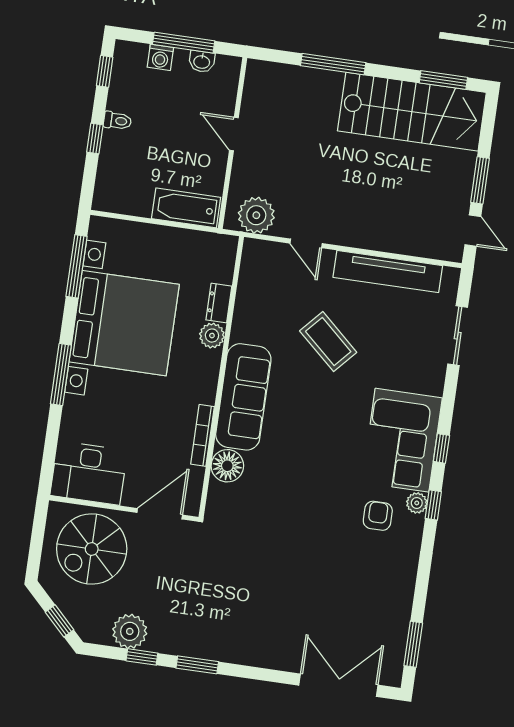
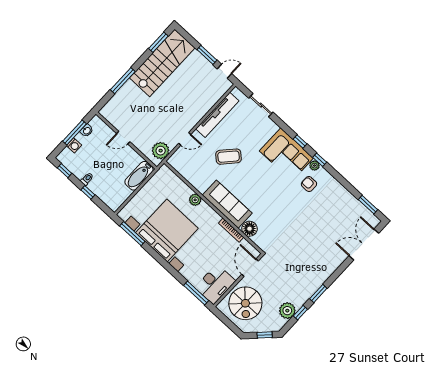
dresser: (219, 303) -> (184, 188), removed
window: (61, 374) -> (196, 293), moved

